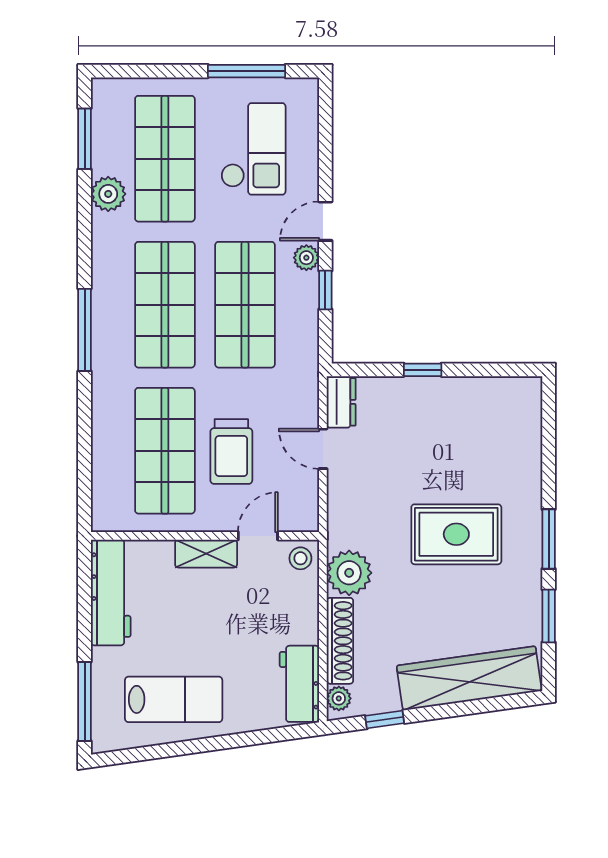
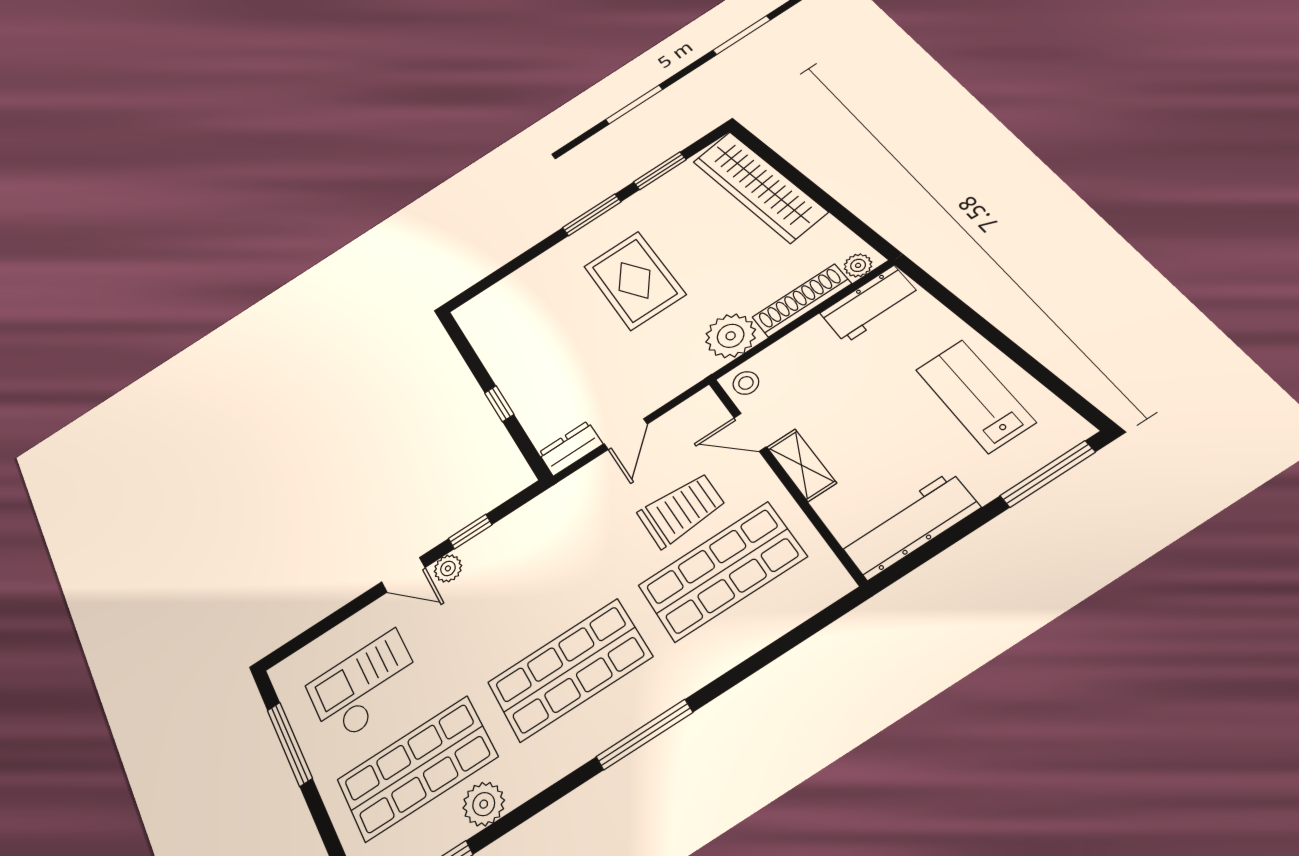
shop shelf: (245, 305) -> (526, 593), removed
window: (385, 720) -> (849, 219), removed

